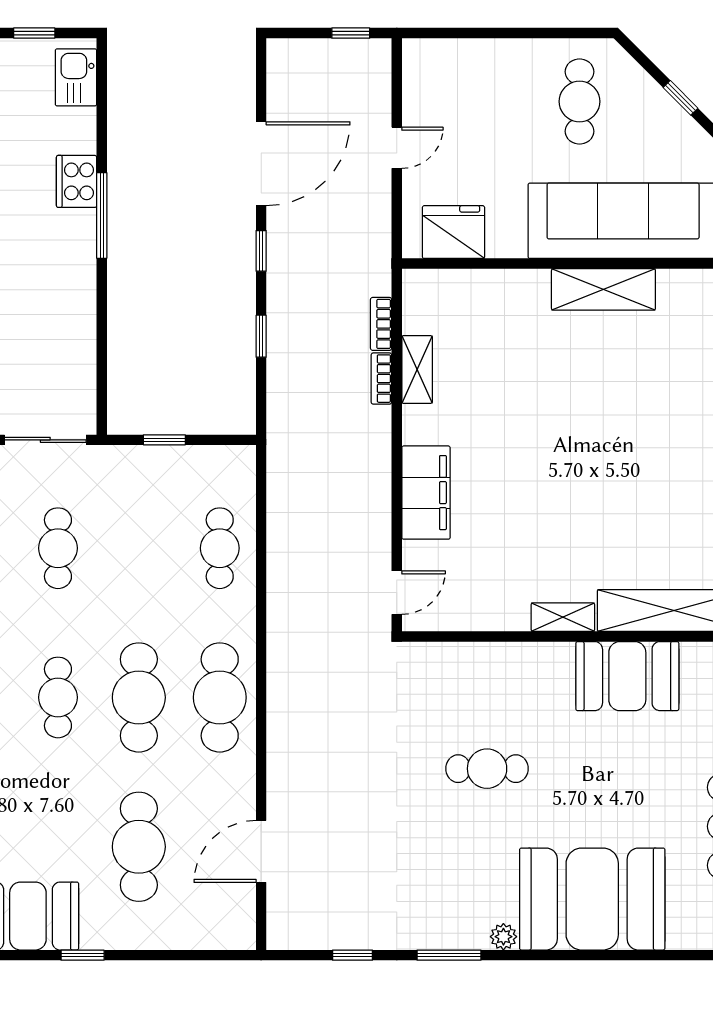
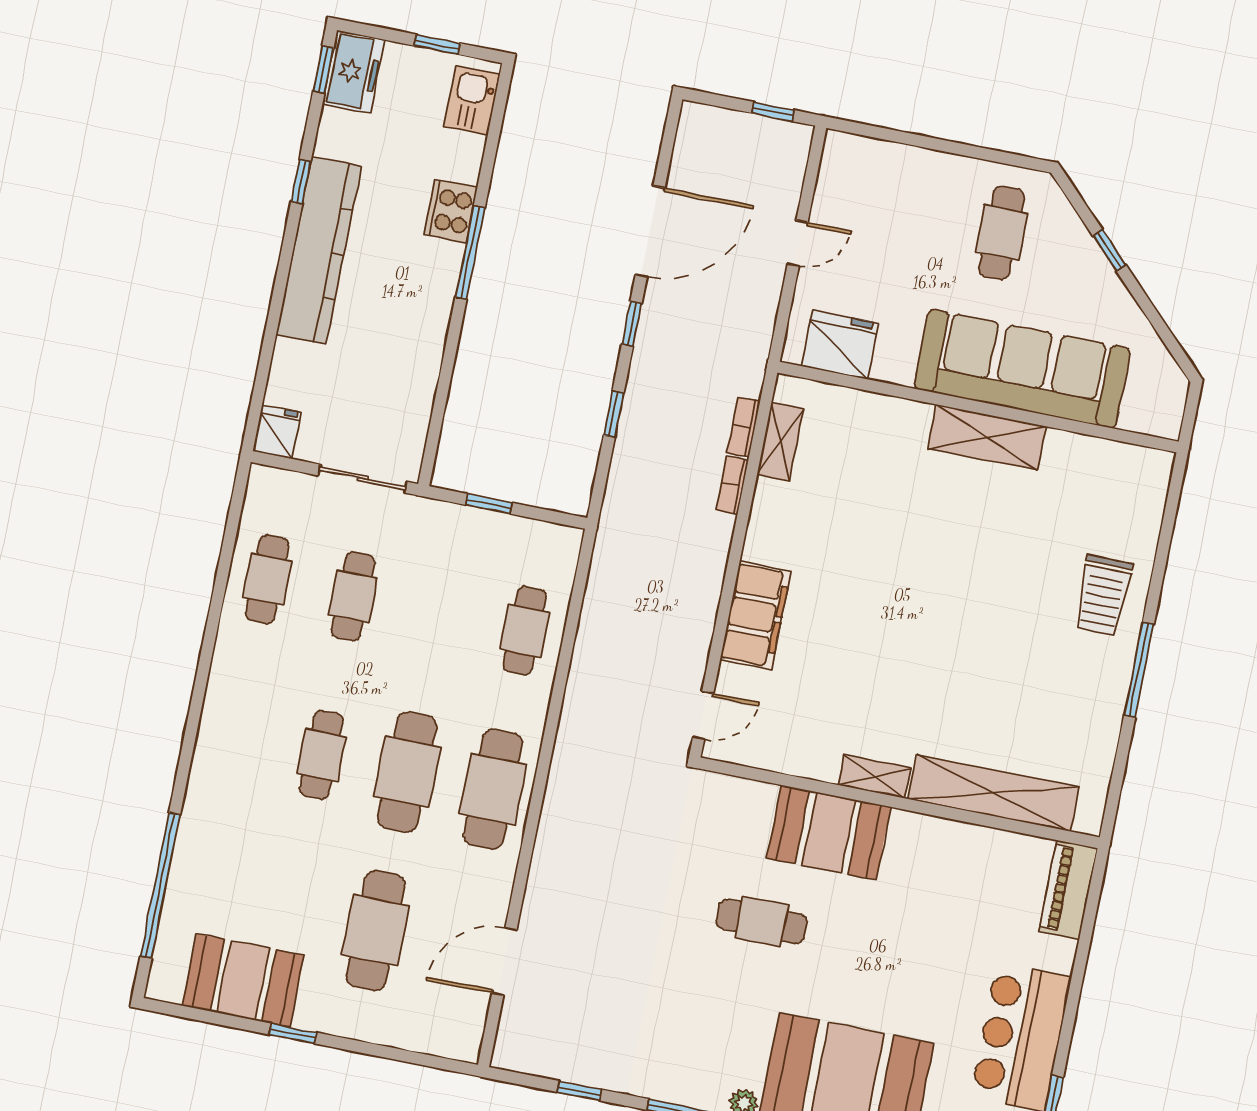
shelving: (417, 370) -> (780, 442), moved
booth: (627, 676) -> (829, 833), moved

